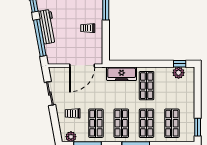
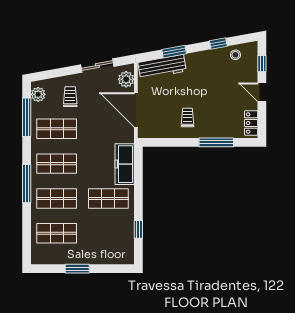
workbench: (47, 27) -> (162, 67), moved
window: (40, 38) -> (174, 52), width x0.47
window: (180, 64) -> (138, 229), moved
plant: (179, 73) -> (126, 79), moved
window: (198, 127) -> (77, 269), moved

